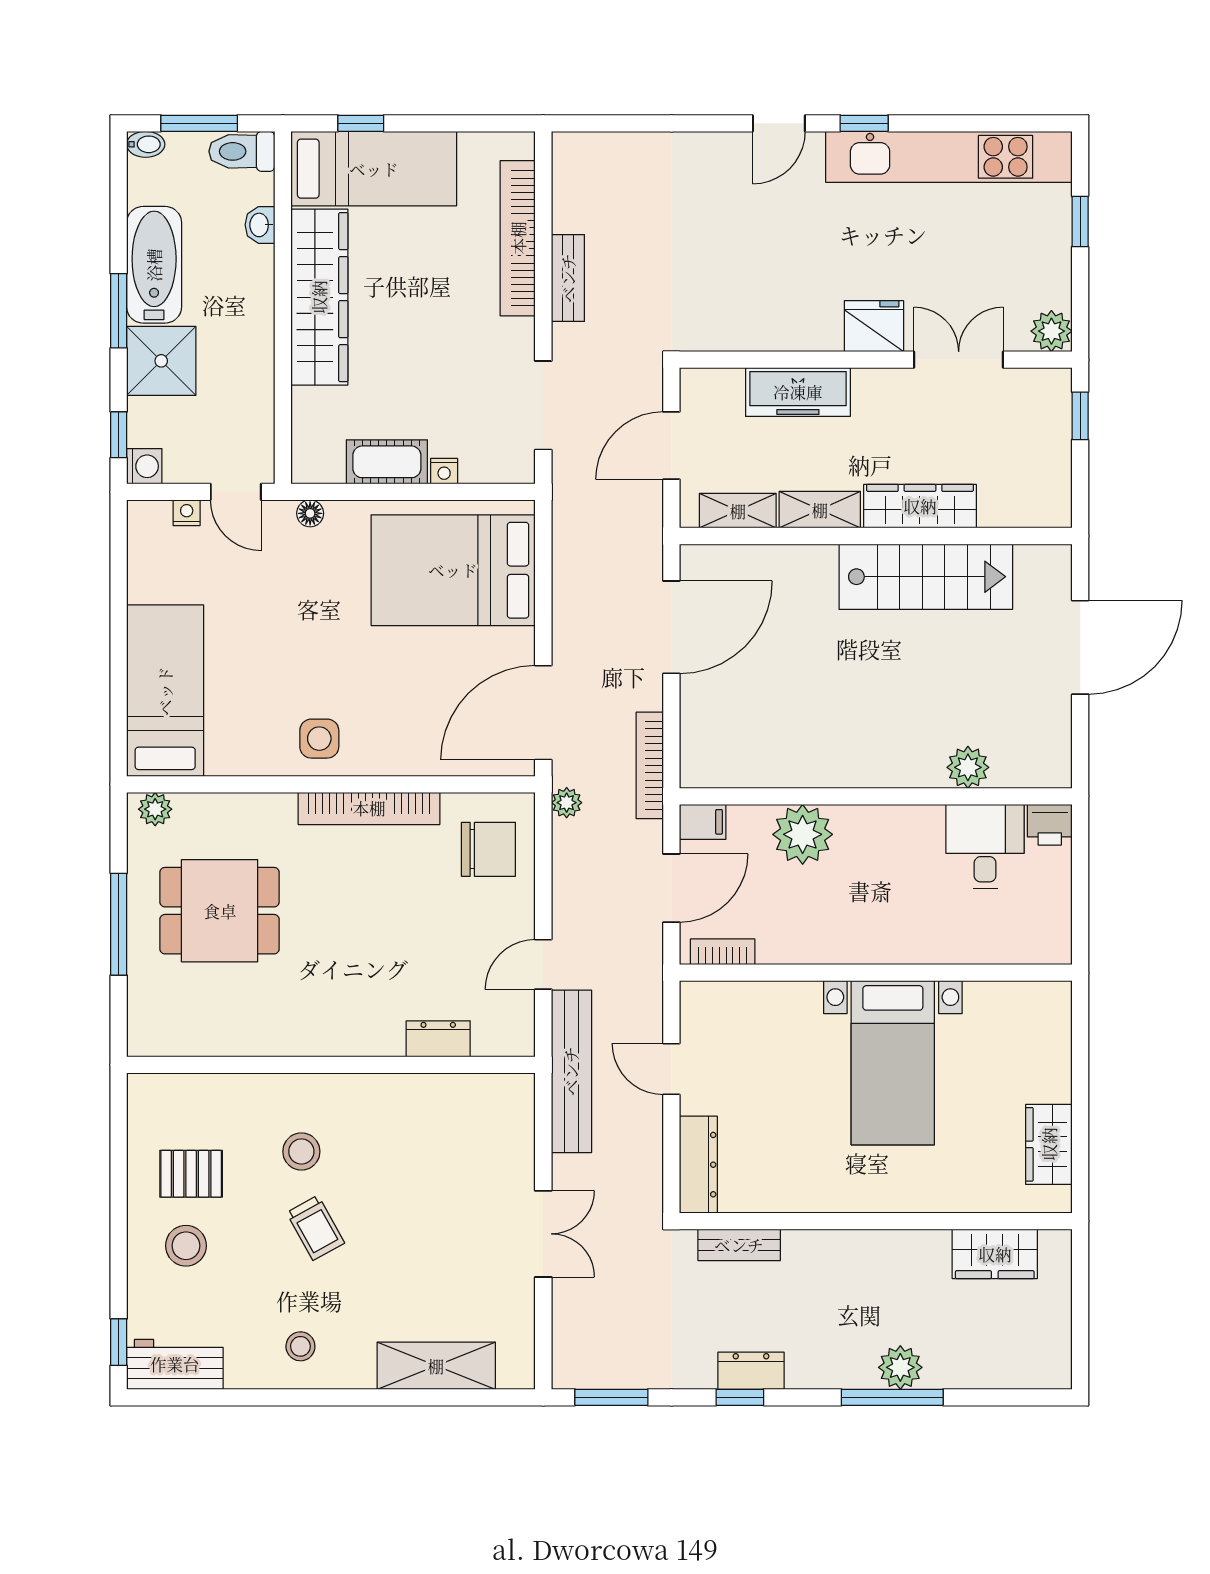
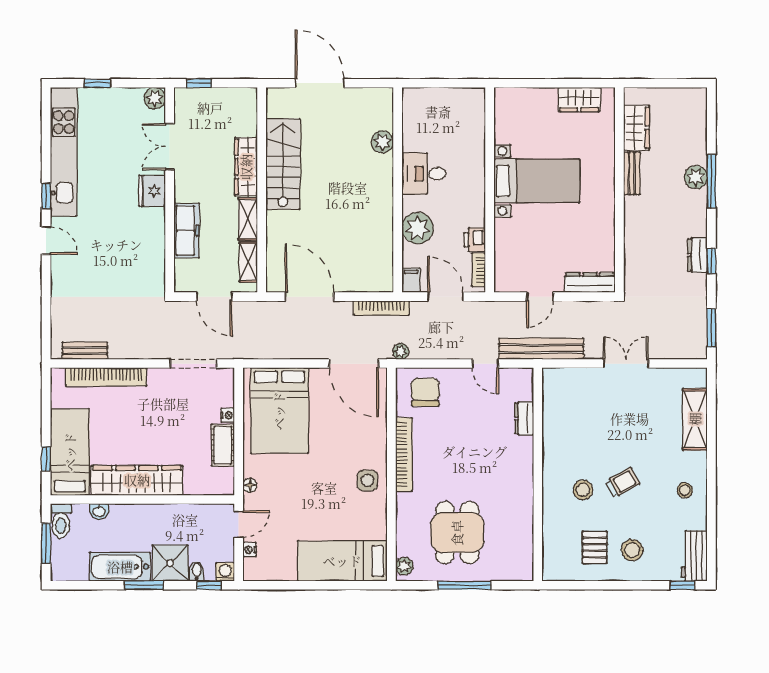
bidet: (146, 144) -> (197, 571), moved
bench: (568, 278) -> (85, 351), moved
printer: (1050, 825) -> (475, 240), moved, turned 180
desk: (985, 847) -> (424, 174), moved
bench: (739, 1245) -> (632, 173), moved

